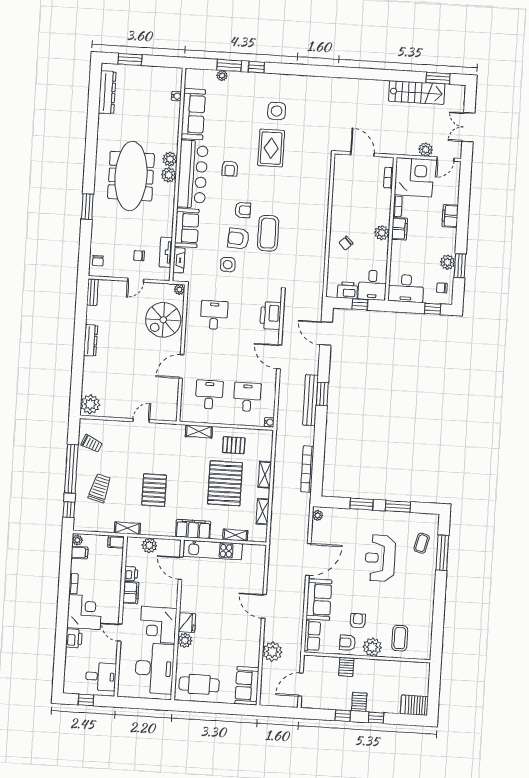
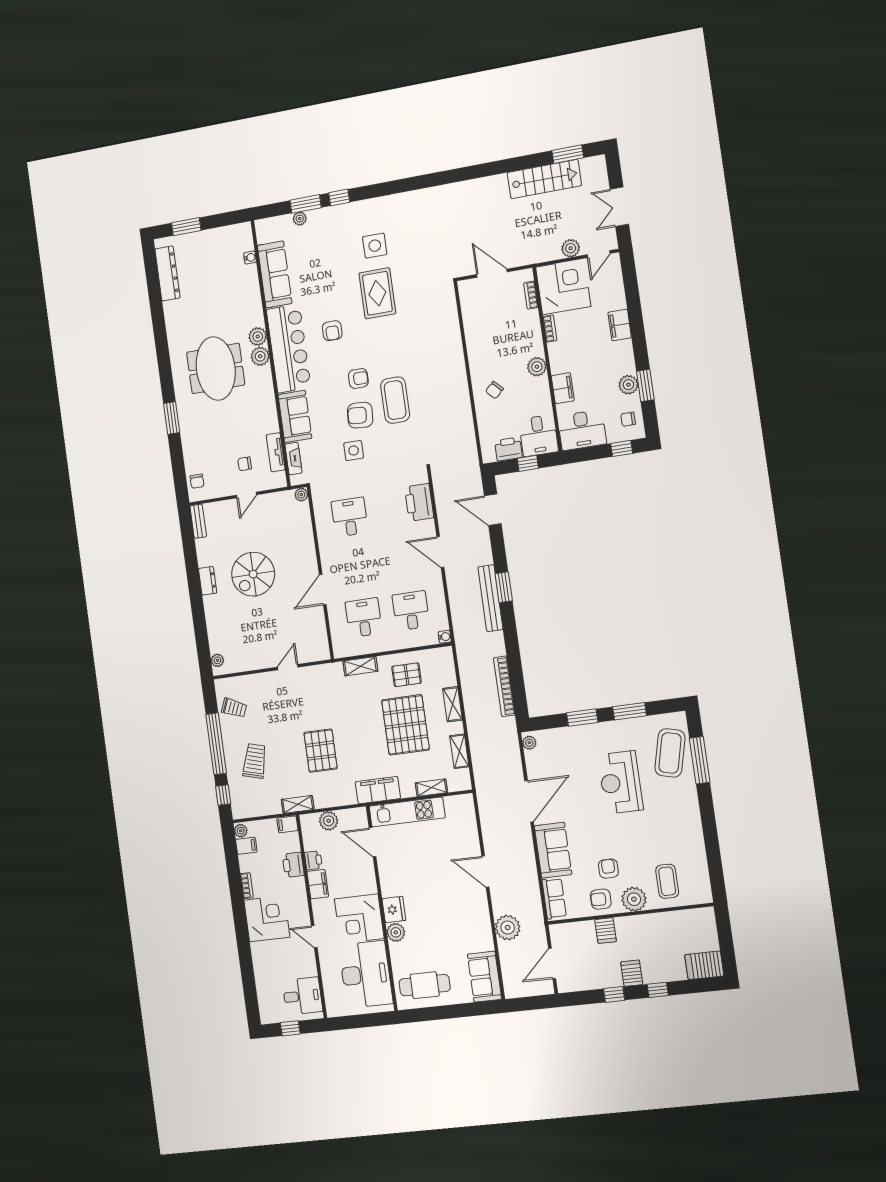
meeting table: (131, 176) -> (216, 369), width x0.73
filing cabinet: (399, 229) -> (563, 388), moved
spiral stairs: (163, 320) -> (253, 574), moved
dresser: (91, 340) -> (208, 581), width x0.70
plant: (90, 404) -> (217, 660), width x0.53, depth x0.53
coffee table: (422, 543) -> (670, 753), width x1.86, depth x1.72
printer: (74, 638) -> (293, 865), moved, turned 180

